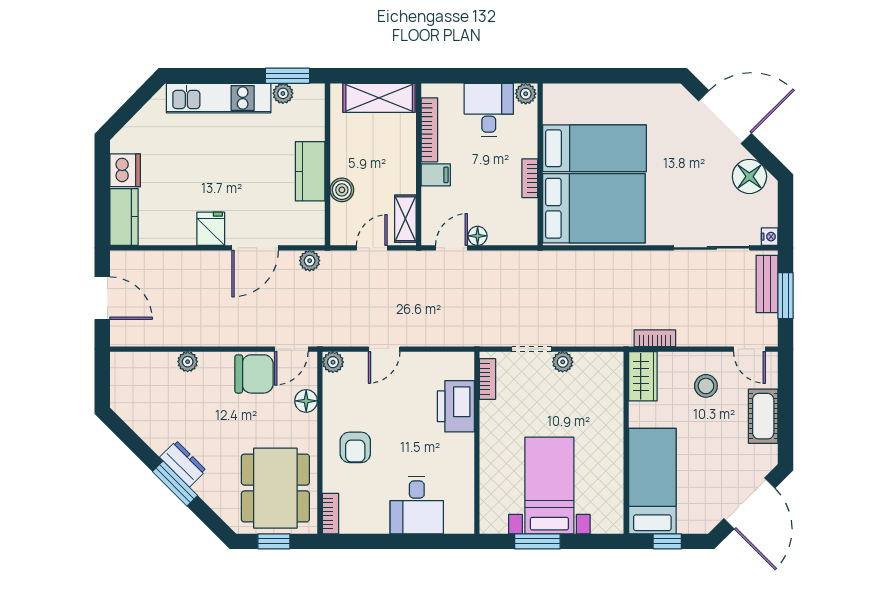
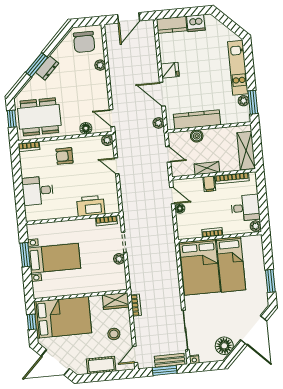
window: (634, 76) -> (270, 281), added
kitchen counter: (310, 171) -> (197, 119), width x1.50
shelving: (405, 219) -> (207, 168), moved
chair: (254, 374) -> (84, 42), moved
bed: (652, 481) -> (63, 317), width x1.50

